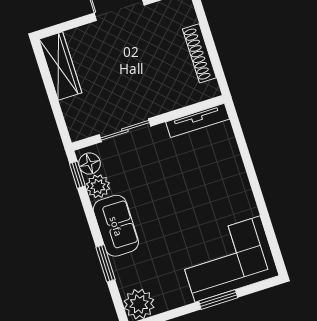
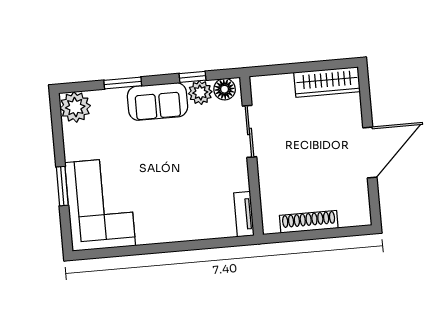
tv unit: (198, 120) -> (244, 214), width x0.71
window: (77, 175) -> (192, 77), moved

